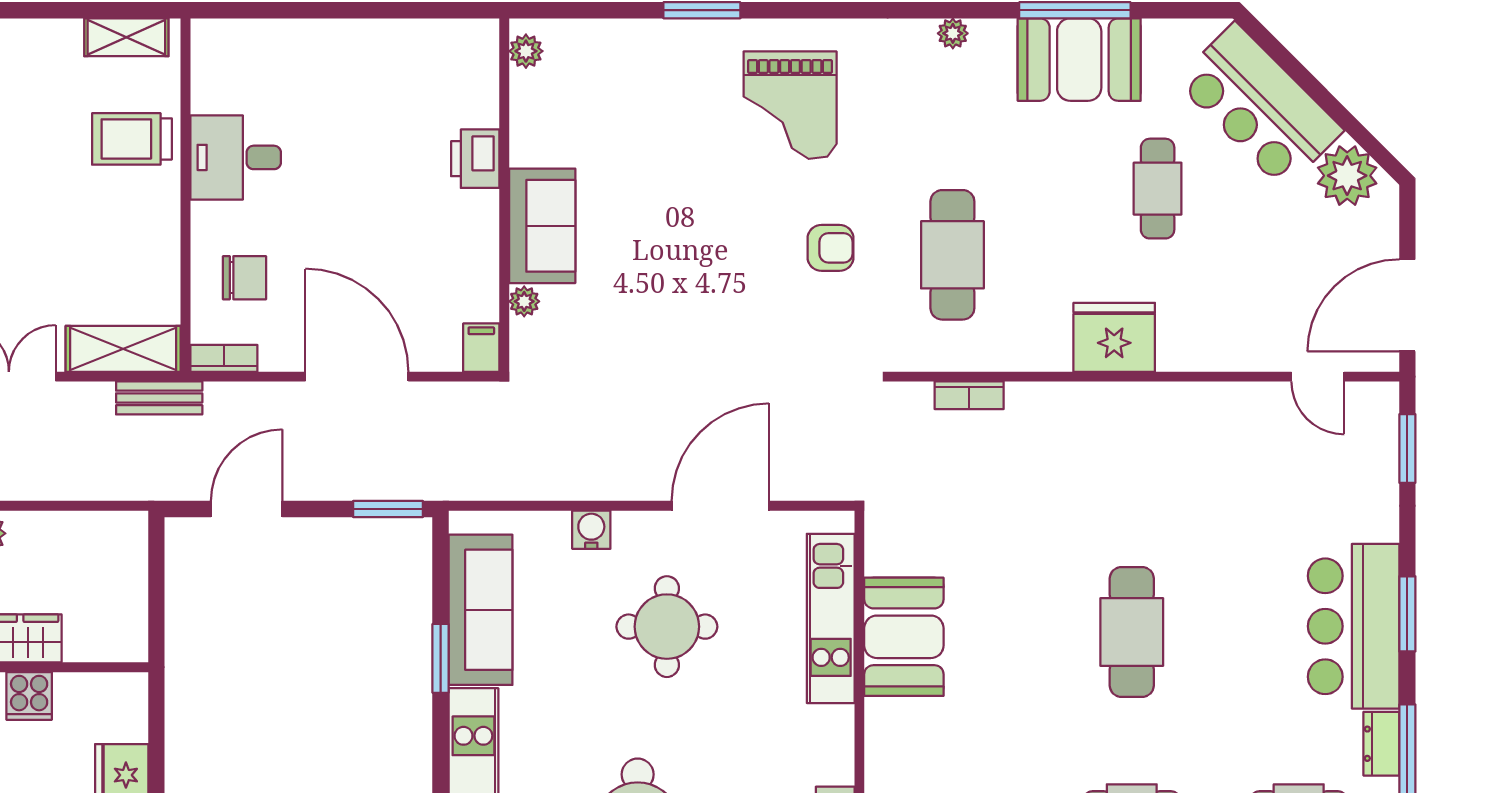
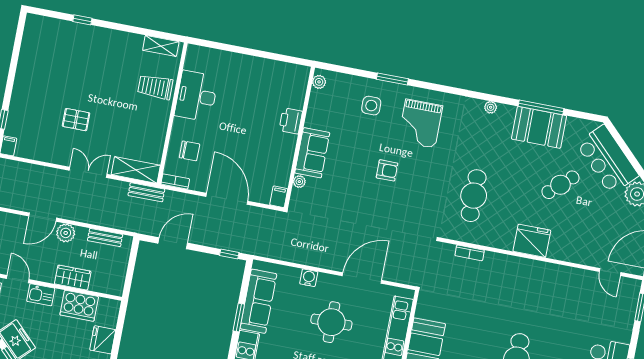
side table: (663, 84) -> (371, 106), added
desk: (236, 157) -> (196, 96), width x1.37
cafe table: (1158, 189) -> (560, 185), turned 48
armchair: (831, 248) -> (387, 170), moved
window: (388, 509) -> (229, 254), width x0.67
bench: (80, 526) -> (105, 238), added
cooker: (29, 696) -> (79, 306), width x1.87, depth x1.31

